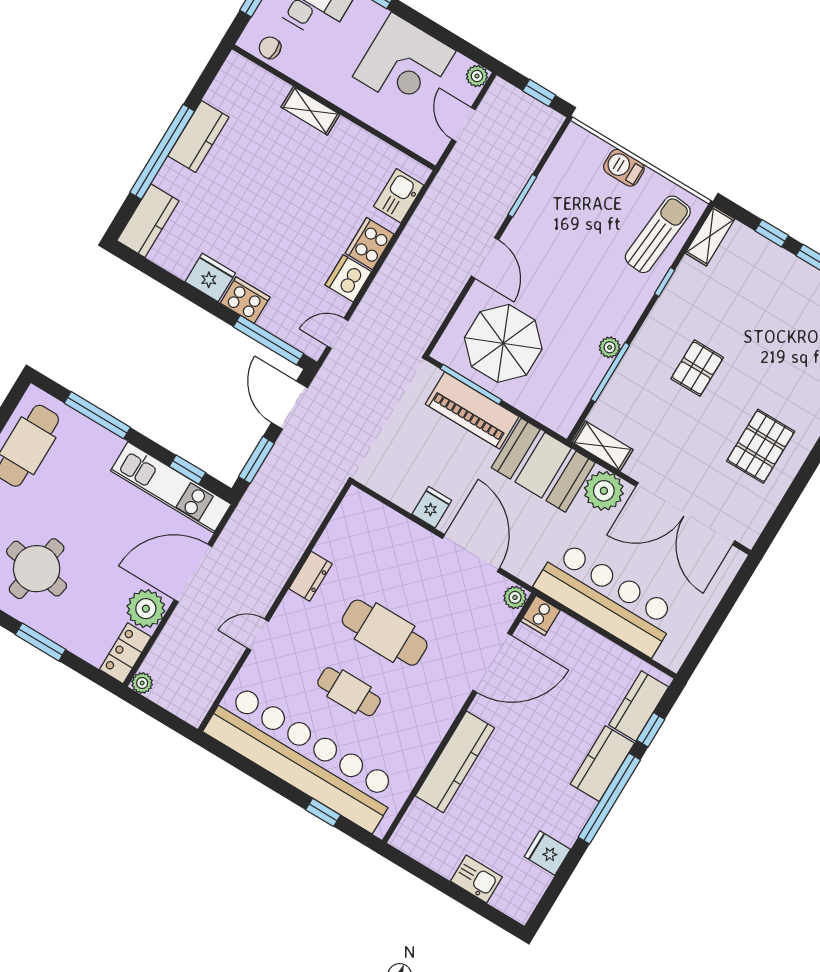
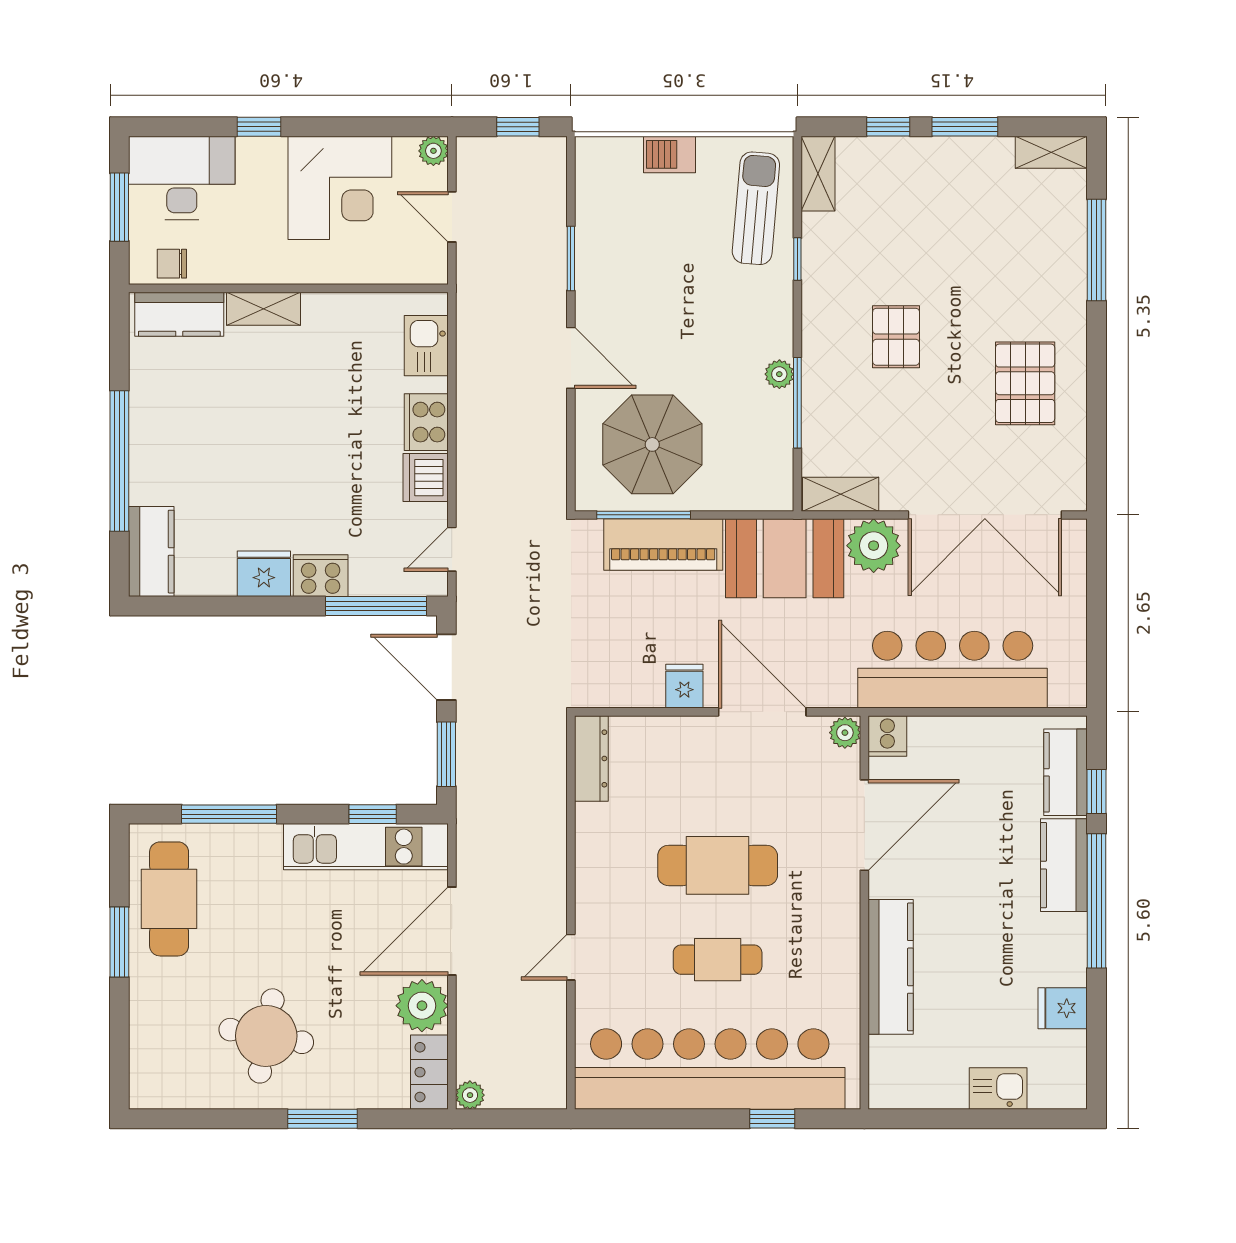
kitchen counter: (198, 136) -> (179, 314), moved, turned 90
dresser: (310, 576) -> (591, 758), moved, width x1.44

